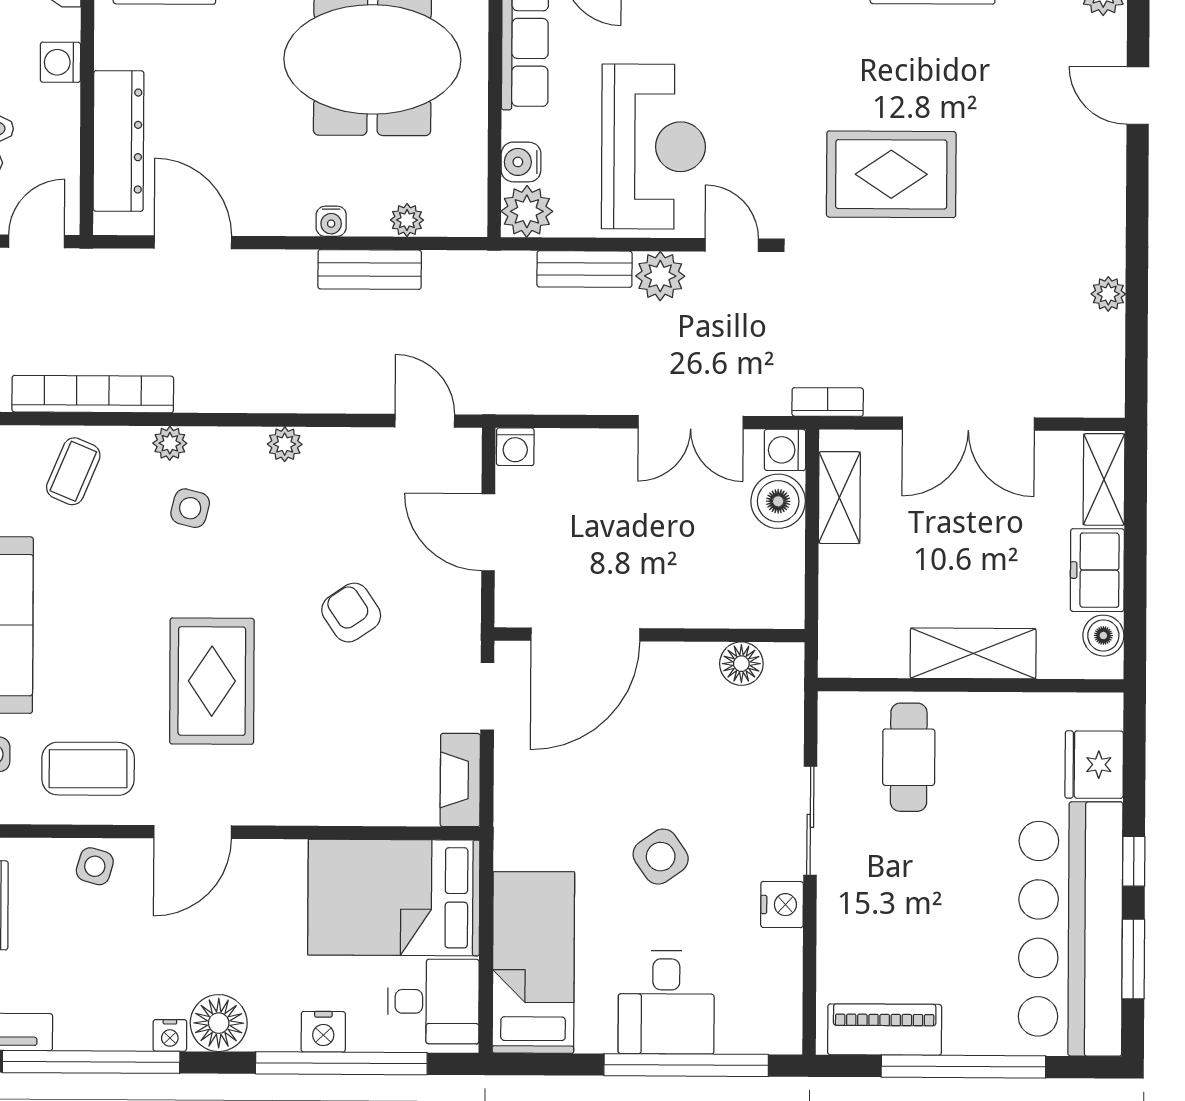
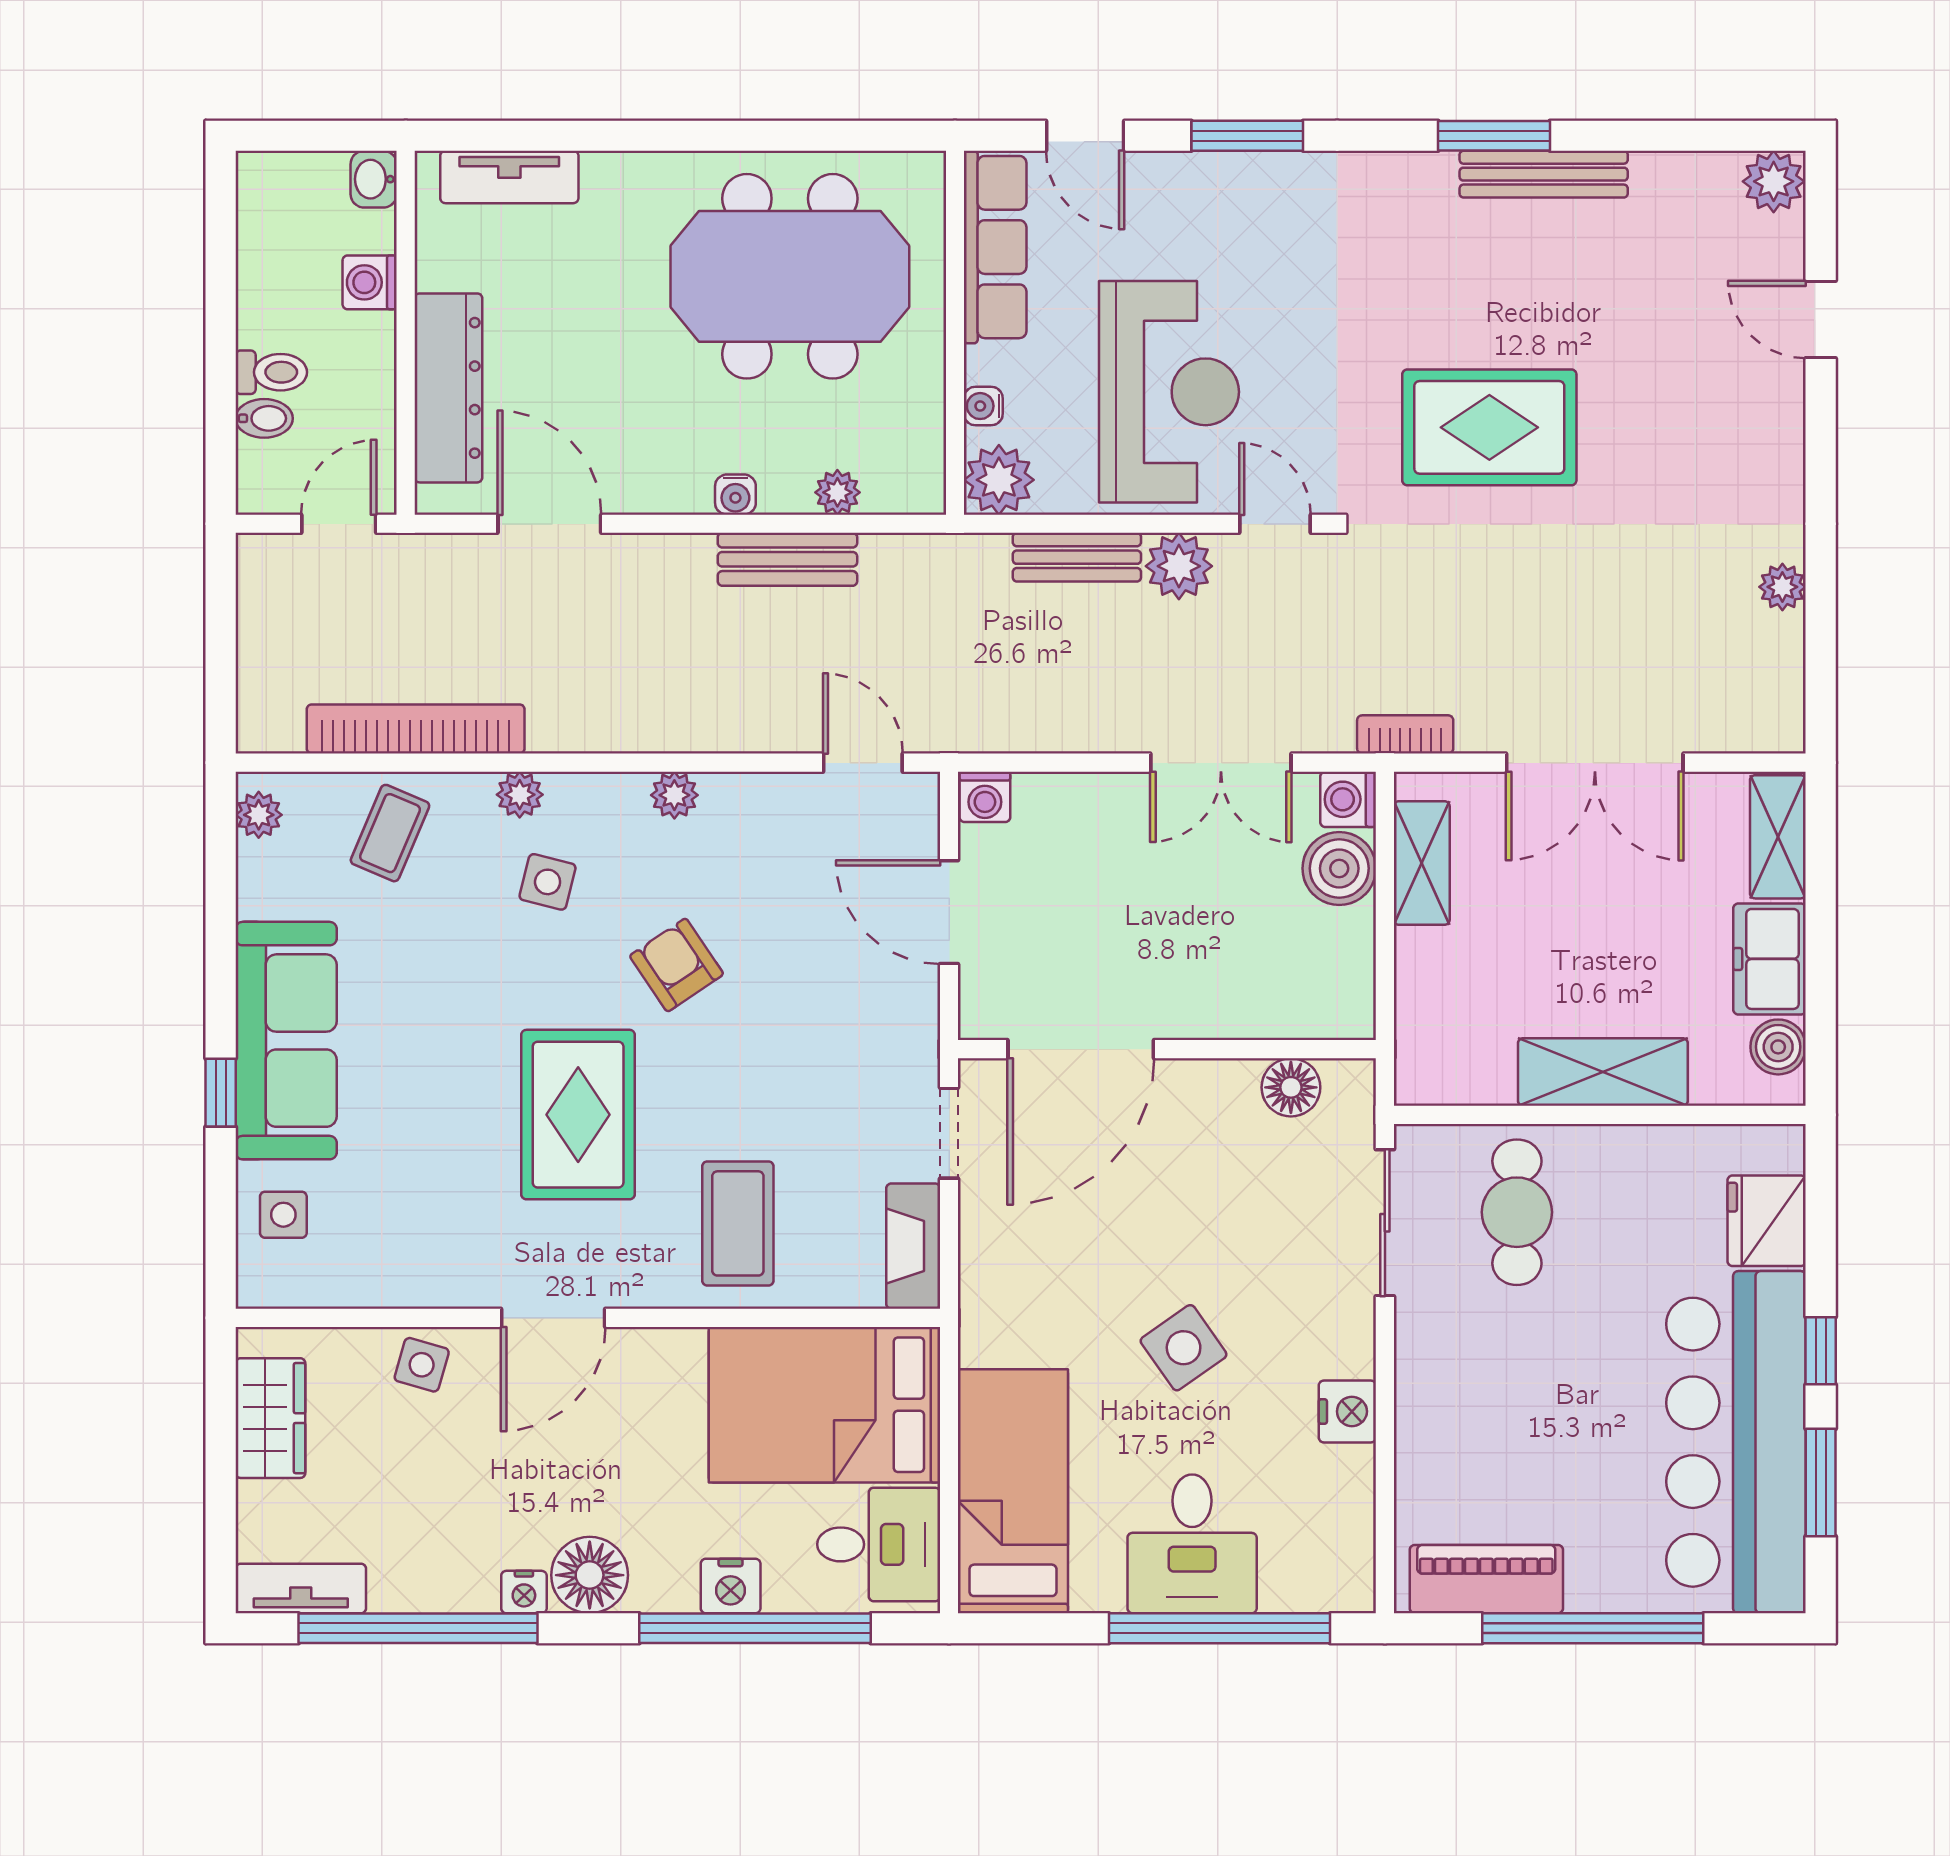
water cooler: (521, 162) -> (983, 406), width x0.72, depth x0.72
armchair: (351, 613) -> (677, 965), moved
coffee table: (88, 769) -> (738, 1223), moved, turned 90
sliding door: (810, 821) -> (1385, 1223), moved

